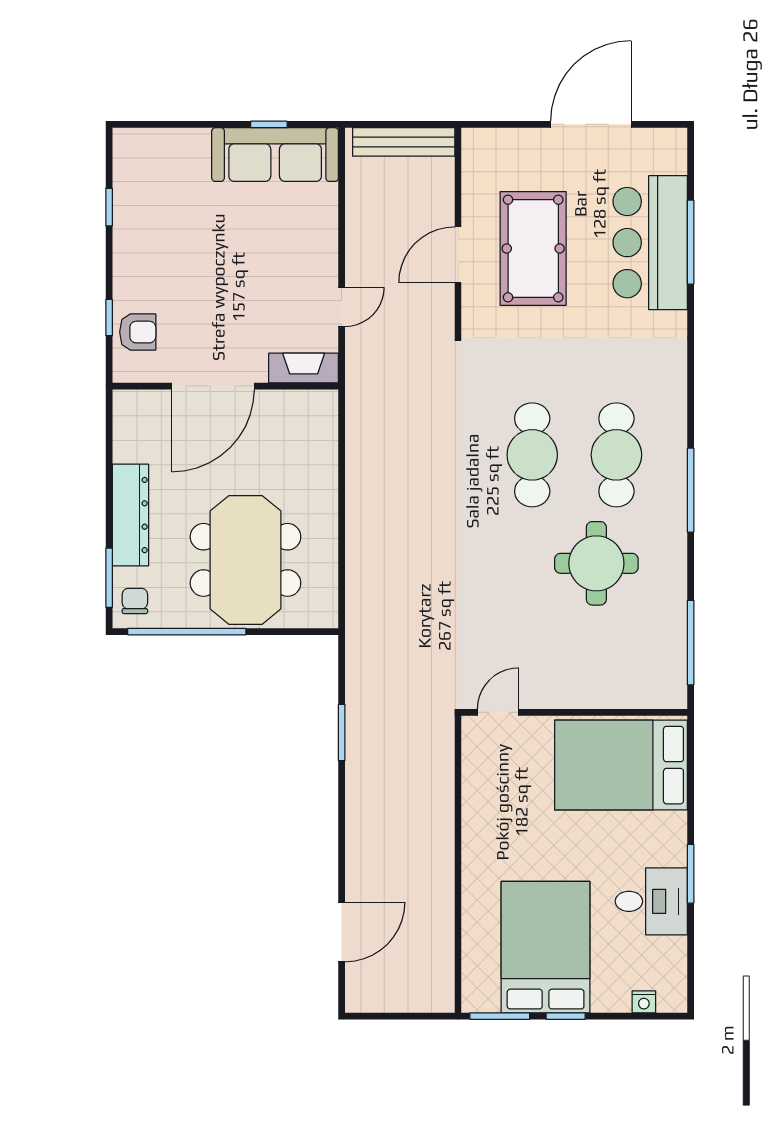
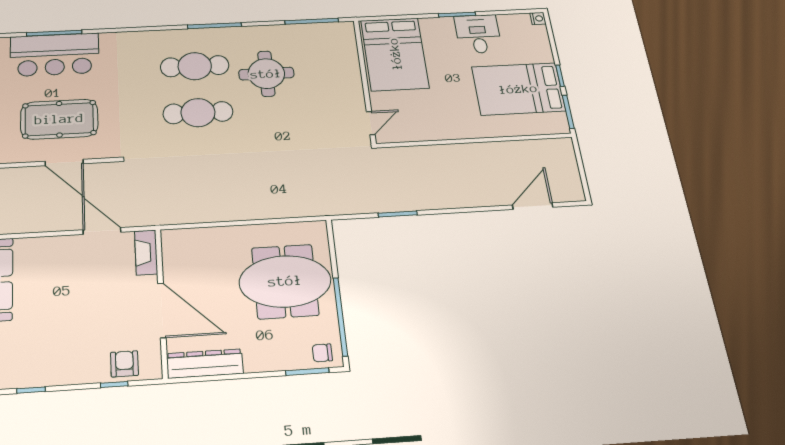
door: (342, 307) -> (102, 231), width x1.38
dresser: (130, 515) -> (205, 364), moved
door: (498, 712) -> (371, 123), swing flipped
door: (342, 932) -> (533, 206), hinge flipped
nightstand: (644, 1002) -> (538, 18), moved

